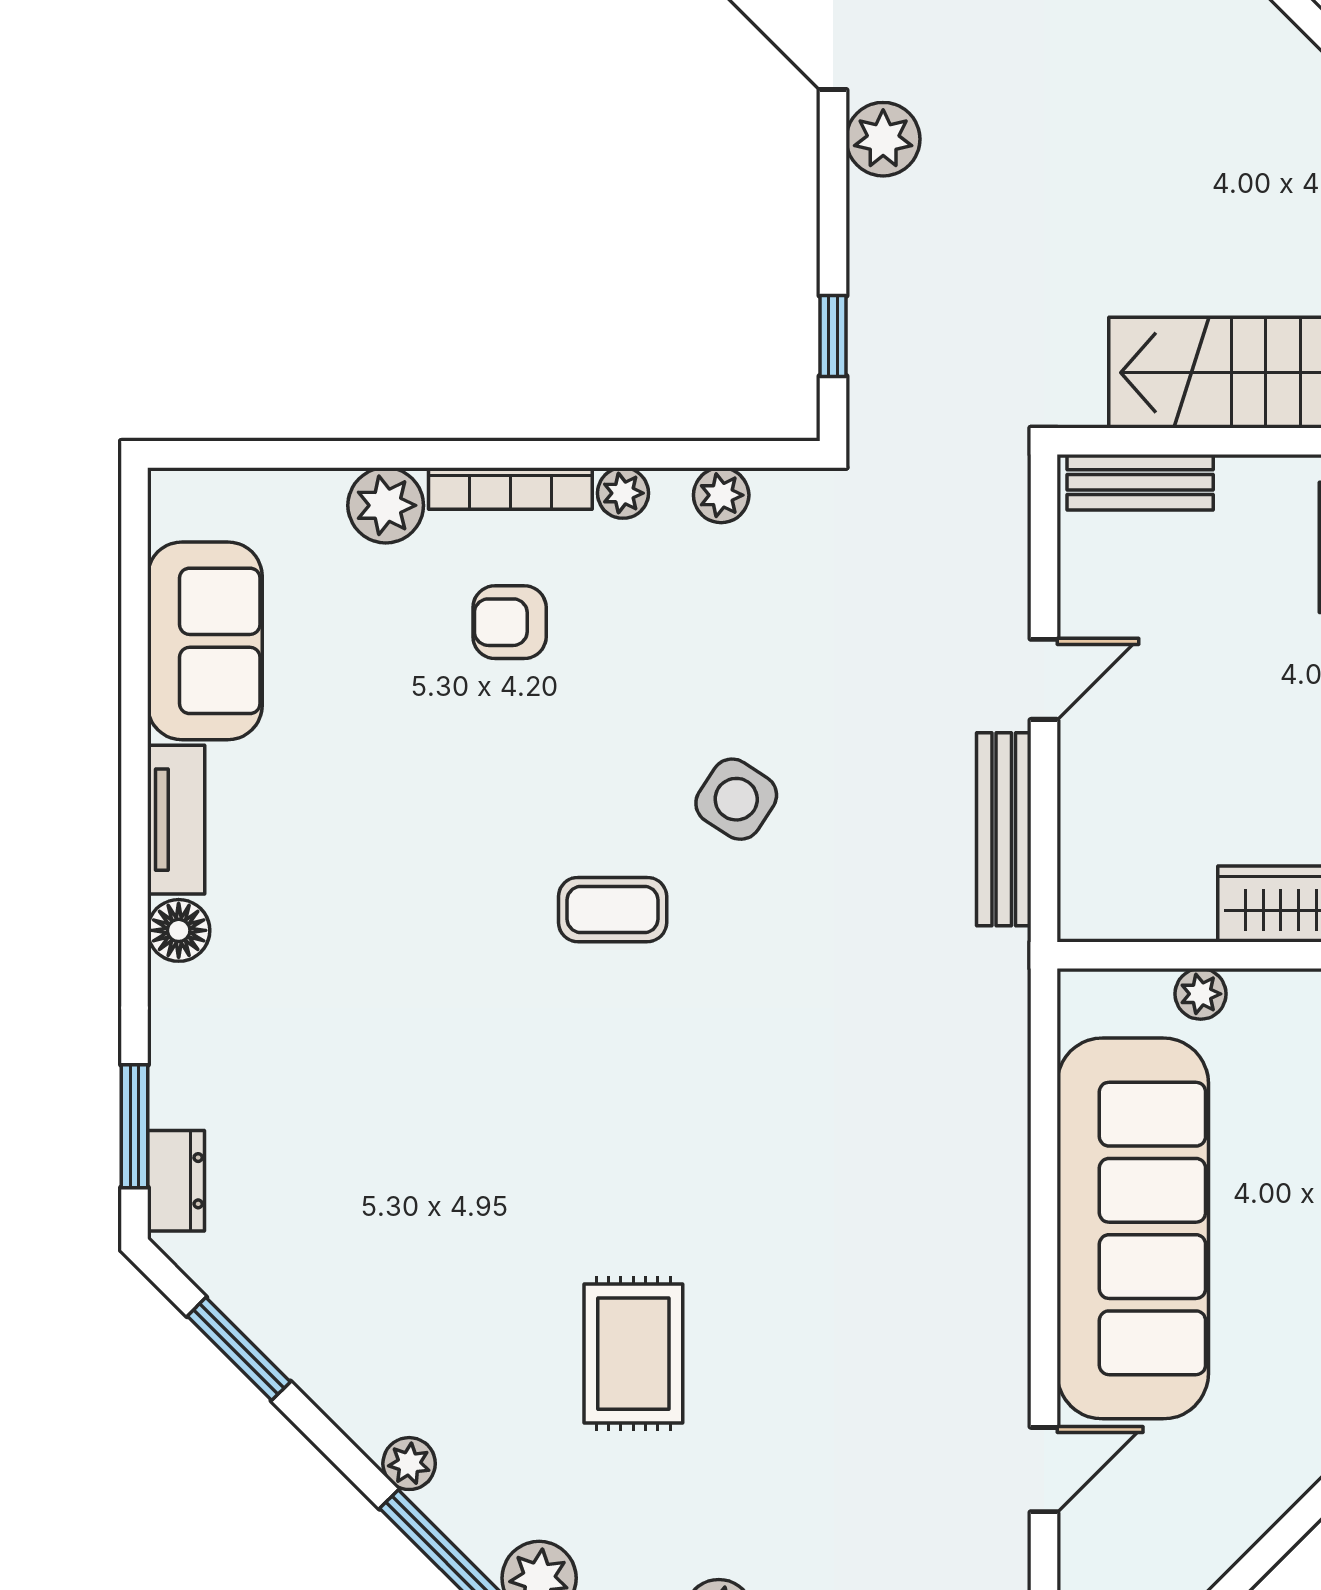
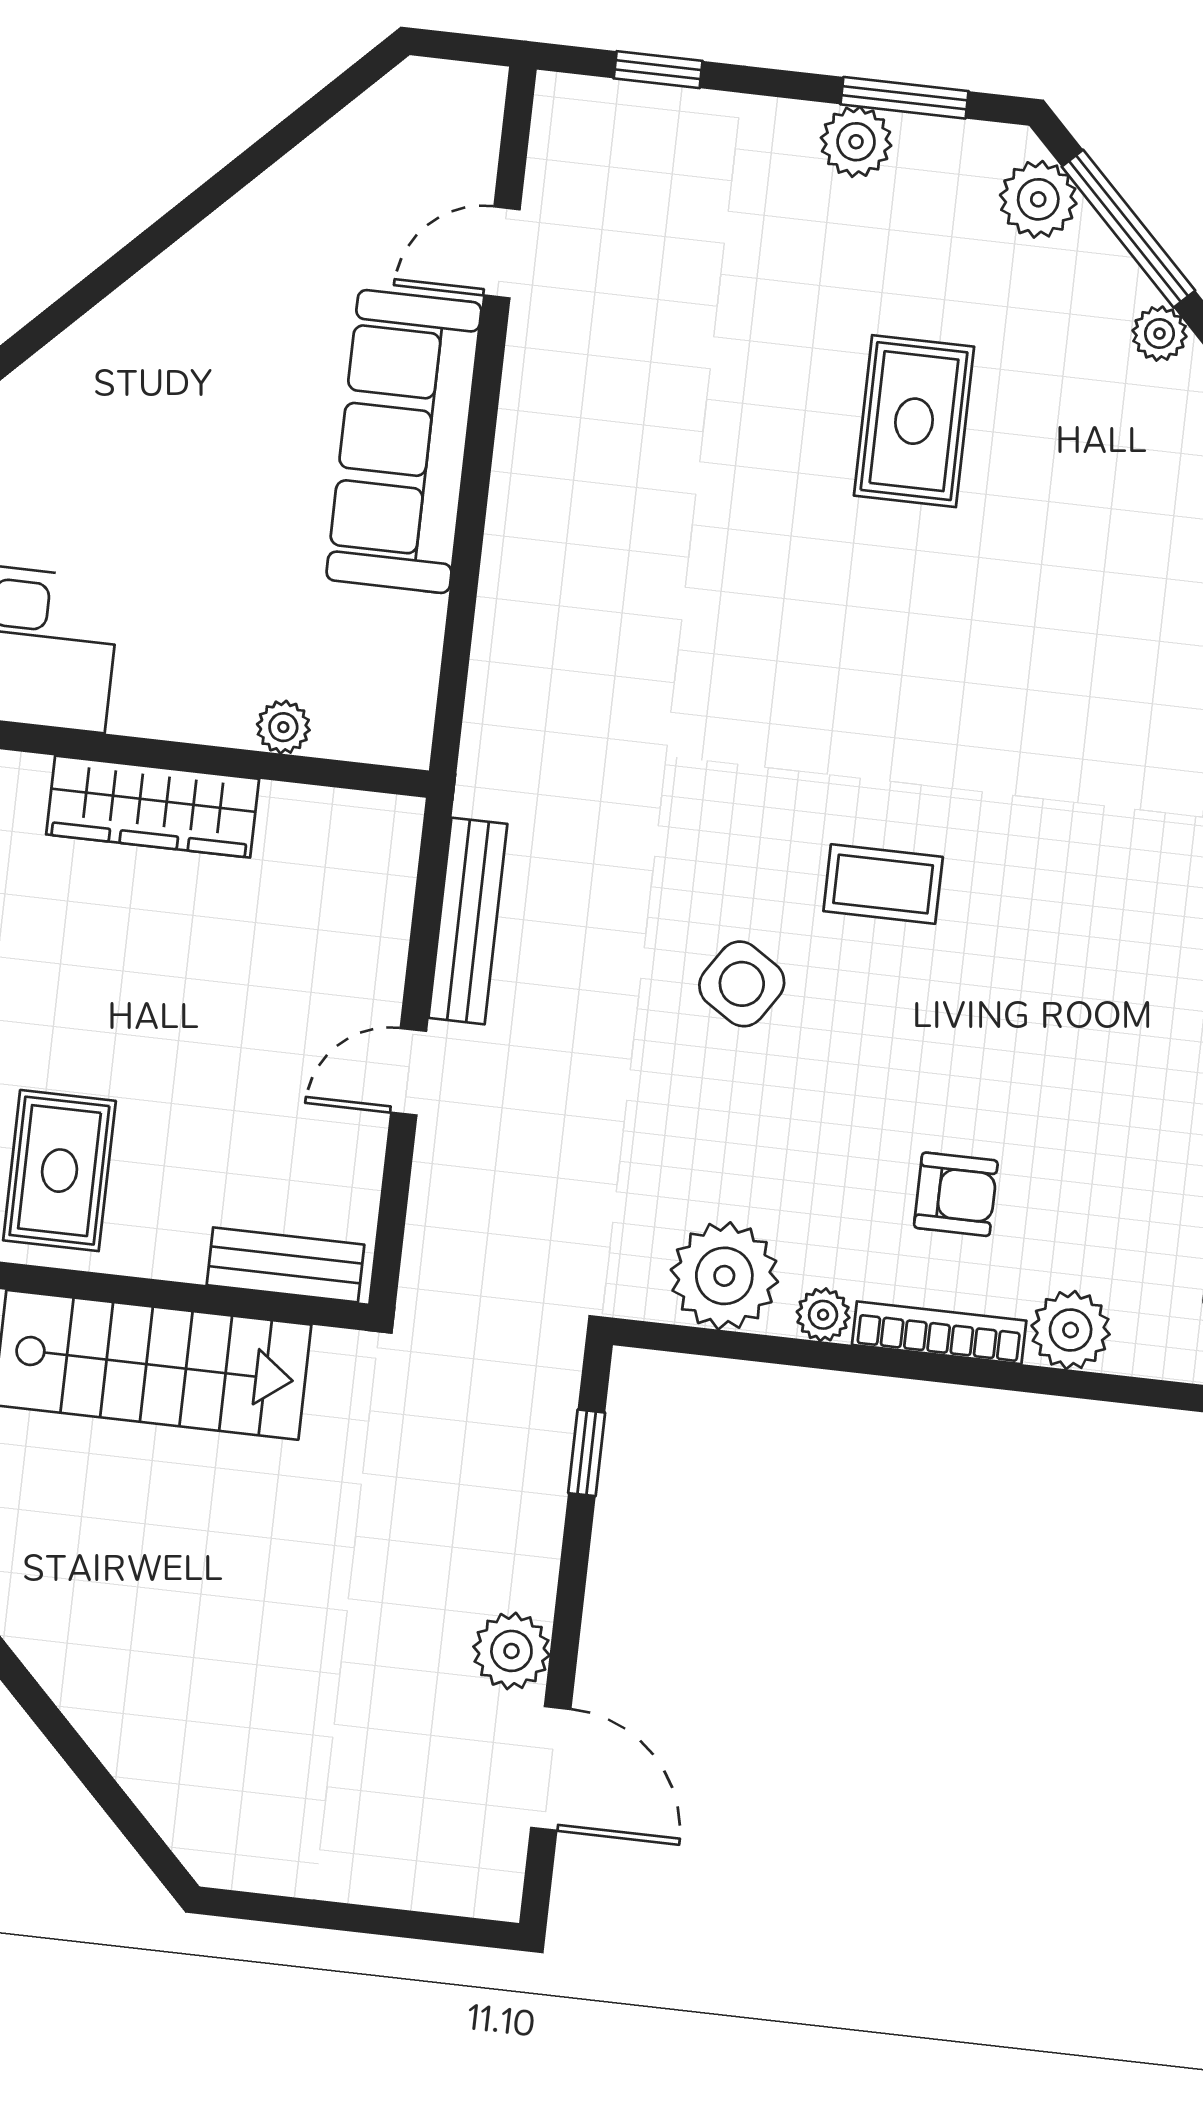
plant: (721, 495) -> (724, 1276), width x1.88, depth x1.88
sofa: (1133, 1228) -> (404, 441), width x0.74, depth x0.79

